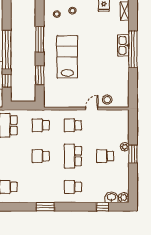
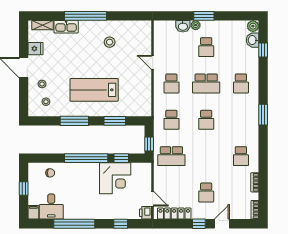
kitchen sink: (123, 45) -> (66, 27), moved
stool: (107, 100) -> (110, 42), moved
window: (19, 106) -> (149, 144), added
washbasin: (124, 136) -> (183, 26), added

